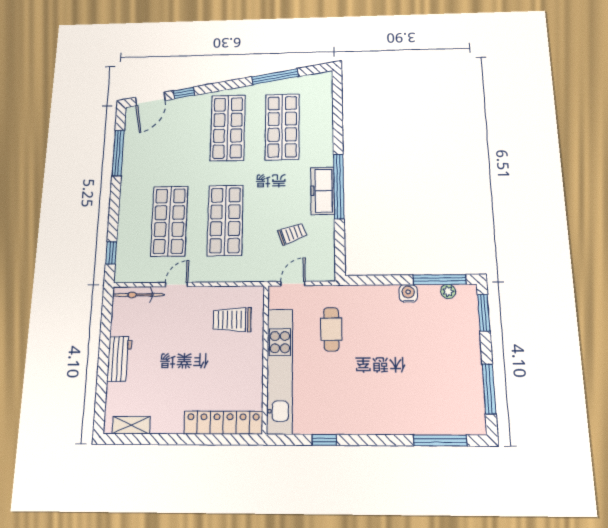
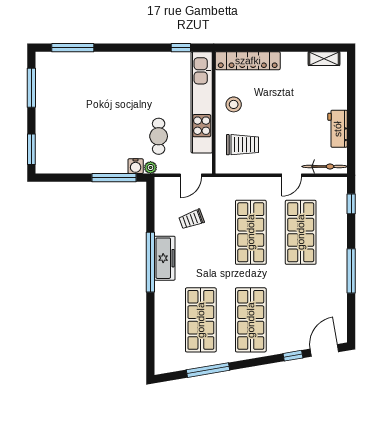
window: (118, 153) -> (351, 271), moved
window: (439, 280) -> (114, 178), moved
plant: (448, 291) -> (151, 167), moved
water cooler: (408, 293) -> (136, 166), moved
workbench: (119, 359) -> (338, 129), moved
stool: (242, 368) -> (234, 104), added
window: (324, 440) -> (181, 48), moved

